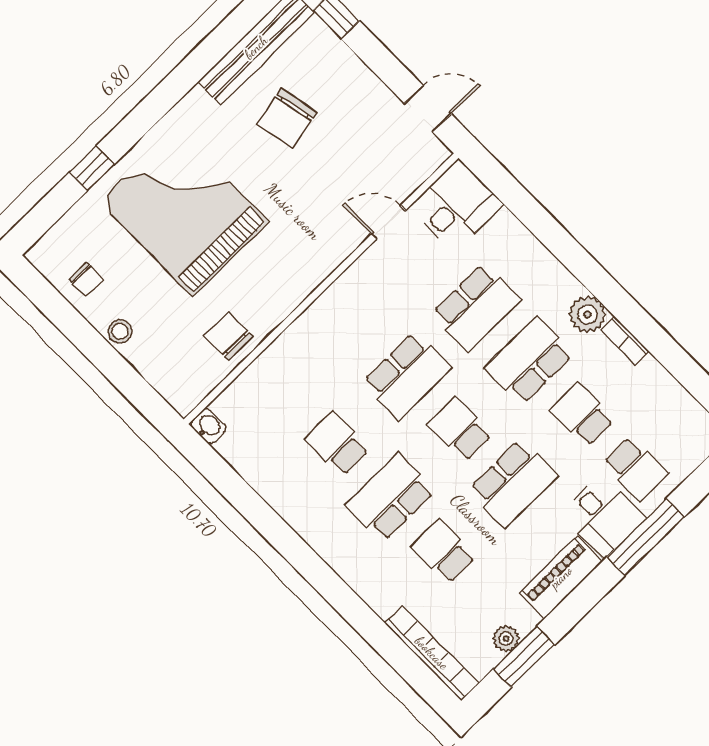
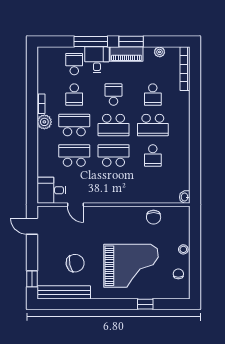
grand piano: (184, 211) -> (131, 266), turned -90
school desk: (529, 361) -> (74, 125), turned 180
school desk: (460, 429) -> (114, 125), width x1.85
school desk: (513, 483) -> (114, 95), width x0.54
window: (524, 657) -> (131, 42), moved

